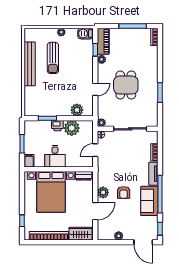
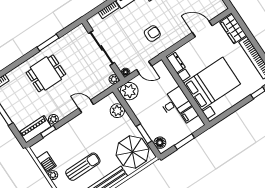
barbecue: (85, 34) -> (46, 162), moved
dining table: (126, 85) -> (46, 73), moved
parasol: (40, 101) -> (133, 152), added
floor lamp: (33, 125) -> (160, 143), added
printer: (57, 126) -> (145, 119), removed
plant: (72, 128) -> (129, 91), moved
filing cabinet: (29, 161) -> (190, 115), moved
plant: (103, 192) -> (179, 33), removed
armchair: (124, 192) -> (152, 34), moved

